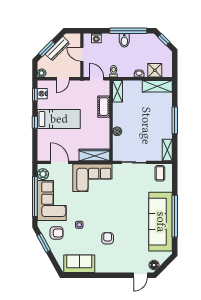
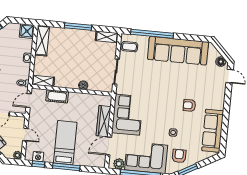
shower: (155, 70) -> (27, 31), moved
window: (35, 122) -> (66, 167), width x2.17
wardrobe: (94, 155) -> (104, 121), moved
window: (175, 216) -> (152, 34), moved
sofa: (79, 264) -> (213, 131), width x1.36

